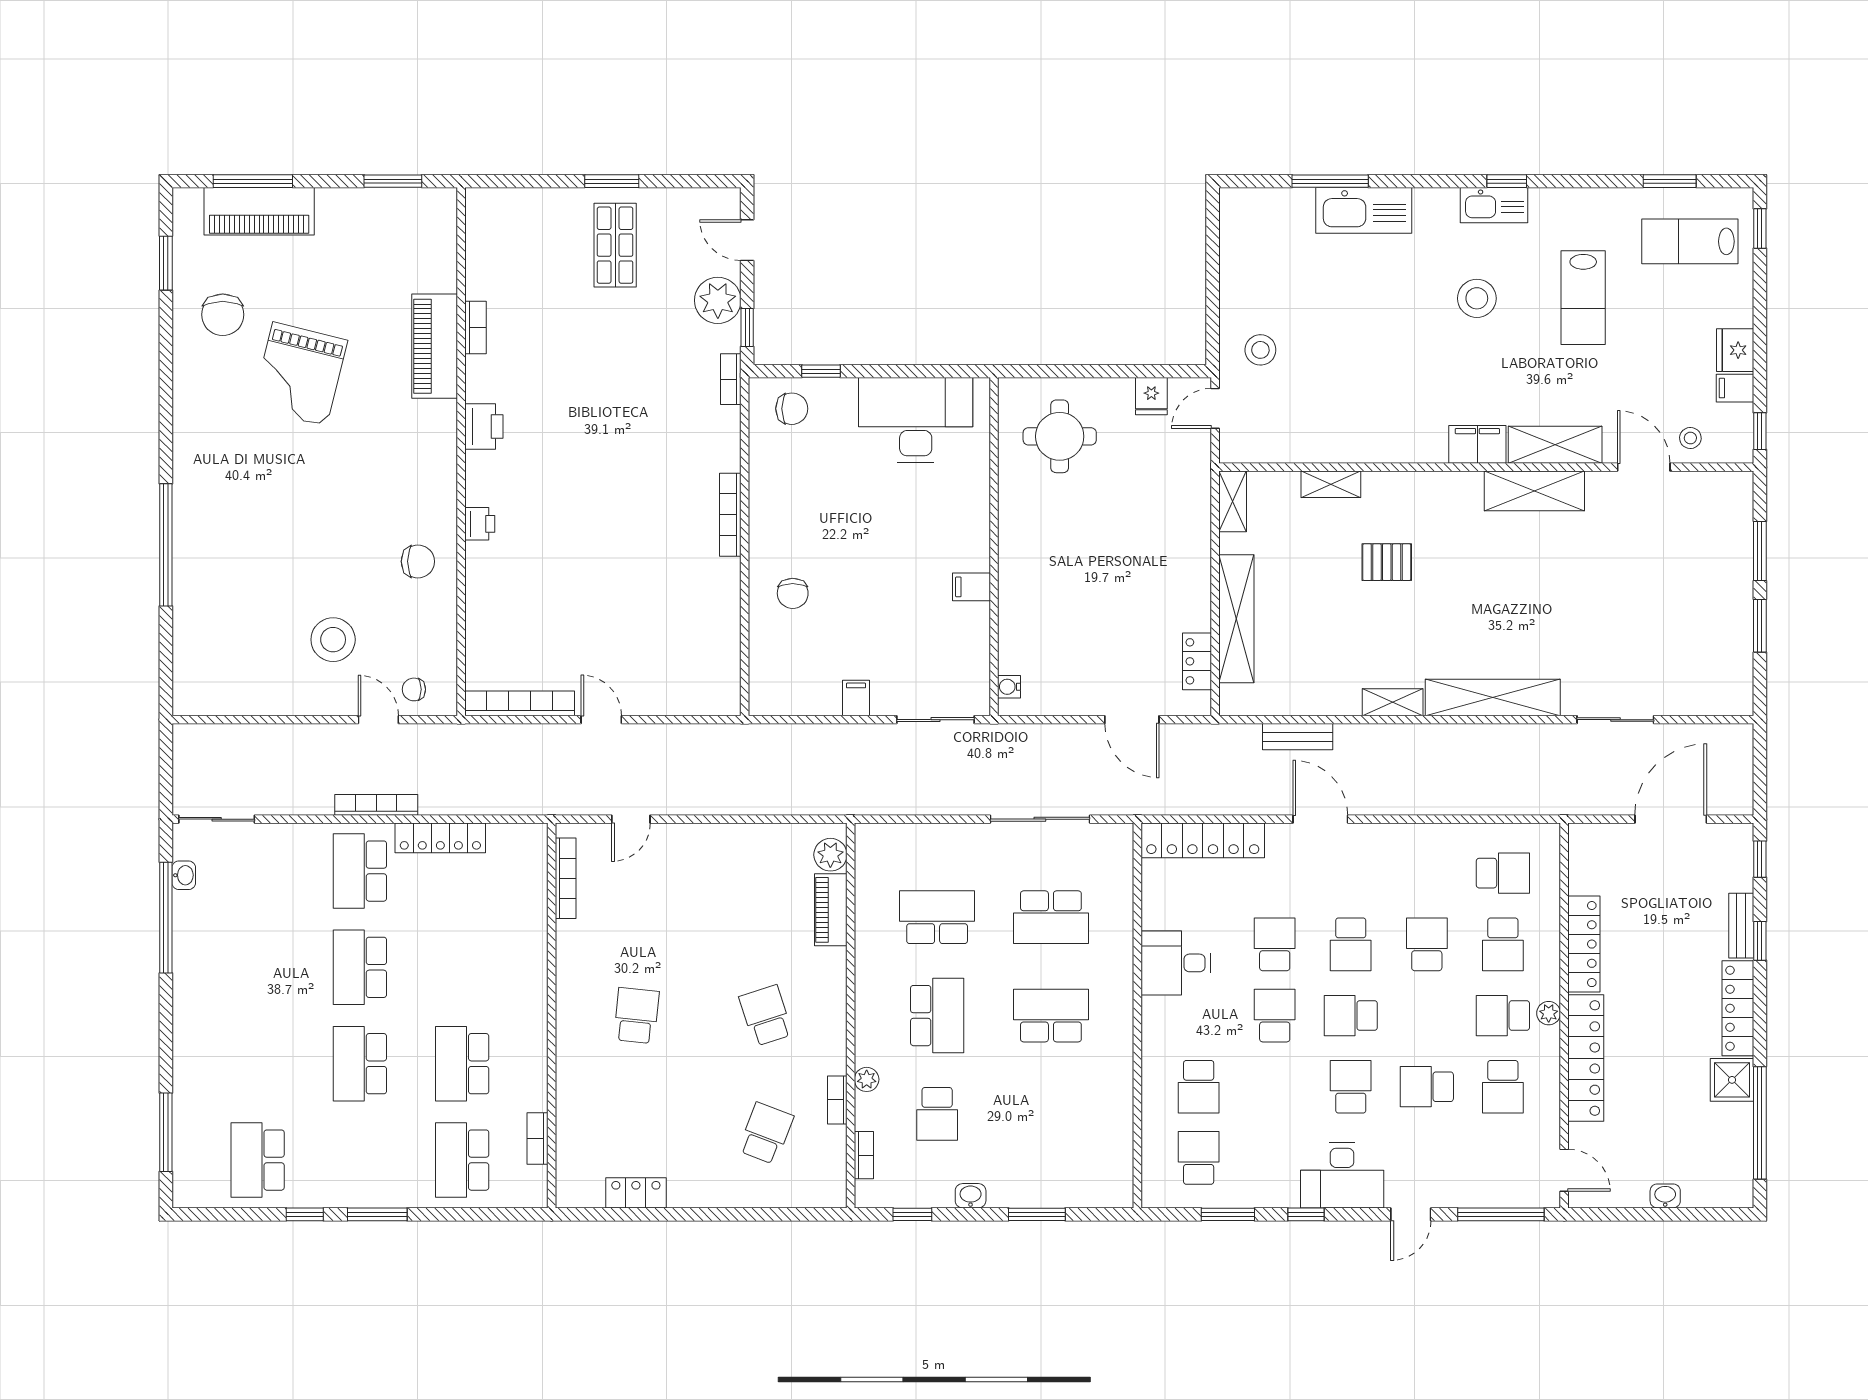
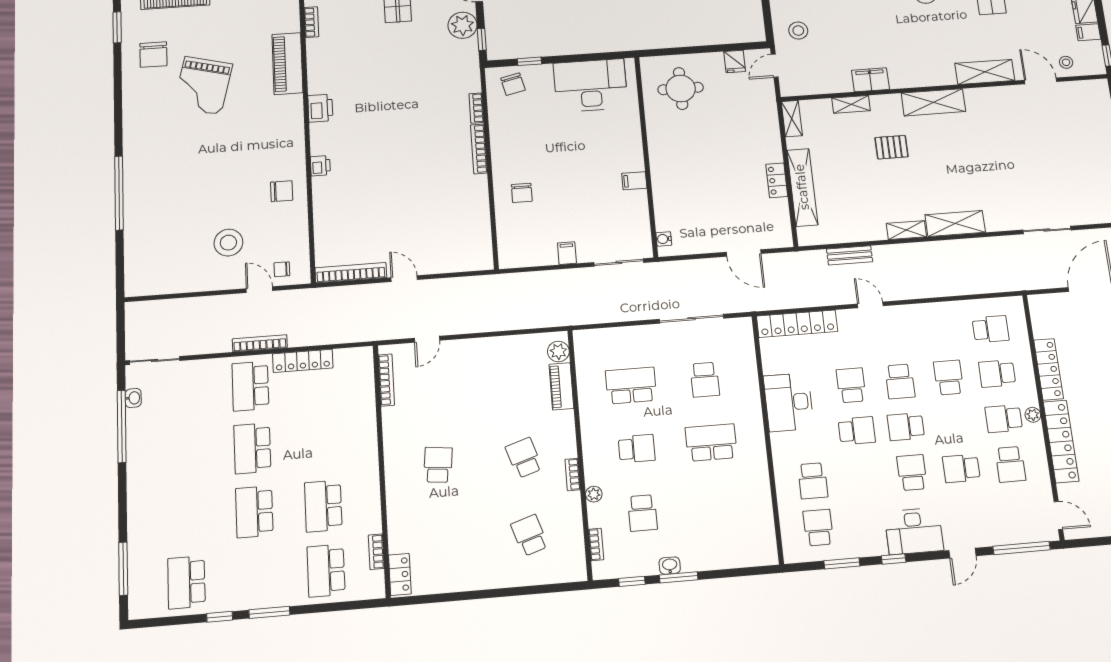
bookcase: (476, 328) -> (311, 22), moved
bookcase: (731, 379) -> (476, 108), moved
chair: (792, 409) -> (513, 84), turned 77
filing cabinet: (1477, 444) -> (870, 80), moved
shelving: (1534, 491) -> (933, 102), moved
locker: (1197, 661) -> (777, 180), moved
shelving: (1493, 697) -> (955, 224), width x0.68
door: (1320, 819) -> (870, 305), width x0.73
school desk: (1051, 917) -> (705, 380), width x0.54
school desk: (1503, 944) -> (997, 374), turned 90
desk: (1176, 963) -> (789, 402), width x1.37
school desk: (937, 1016) -> (637, 449), width x0.54
school desk: (1275, 1016) -> (857, 431), turned 90
bookcase: (837, 1100) -> (573, 474), moved
school desk: (766, 1133) -> (530, 535), turned -39
locker: (636, 1193) -> (400, 574), moved, turned 90
window: (1037, 1214) -> (679, 577), moved

